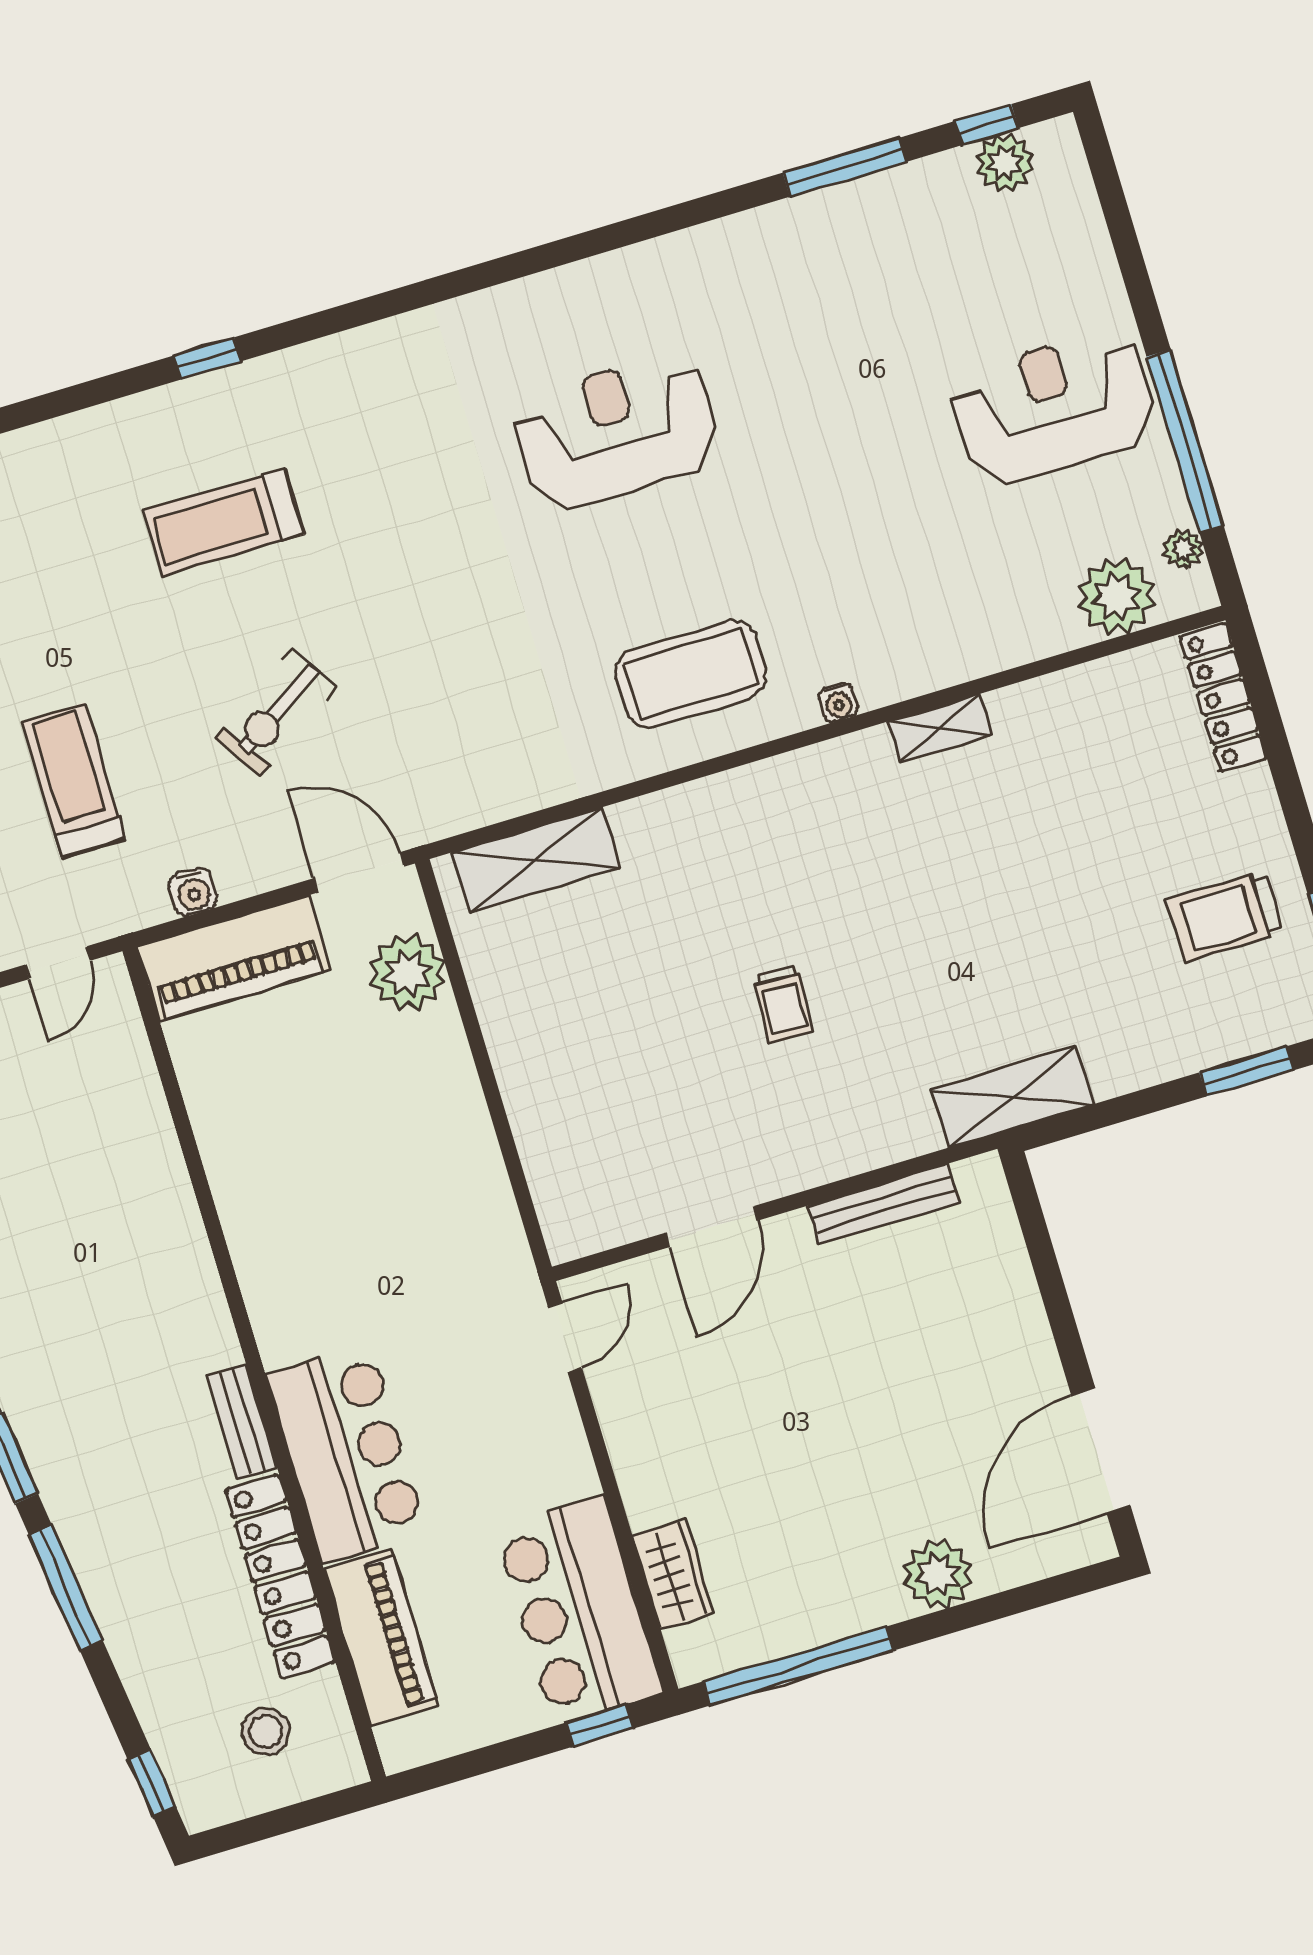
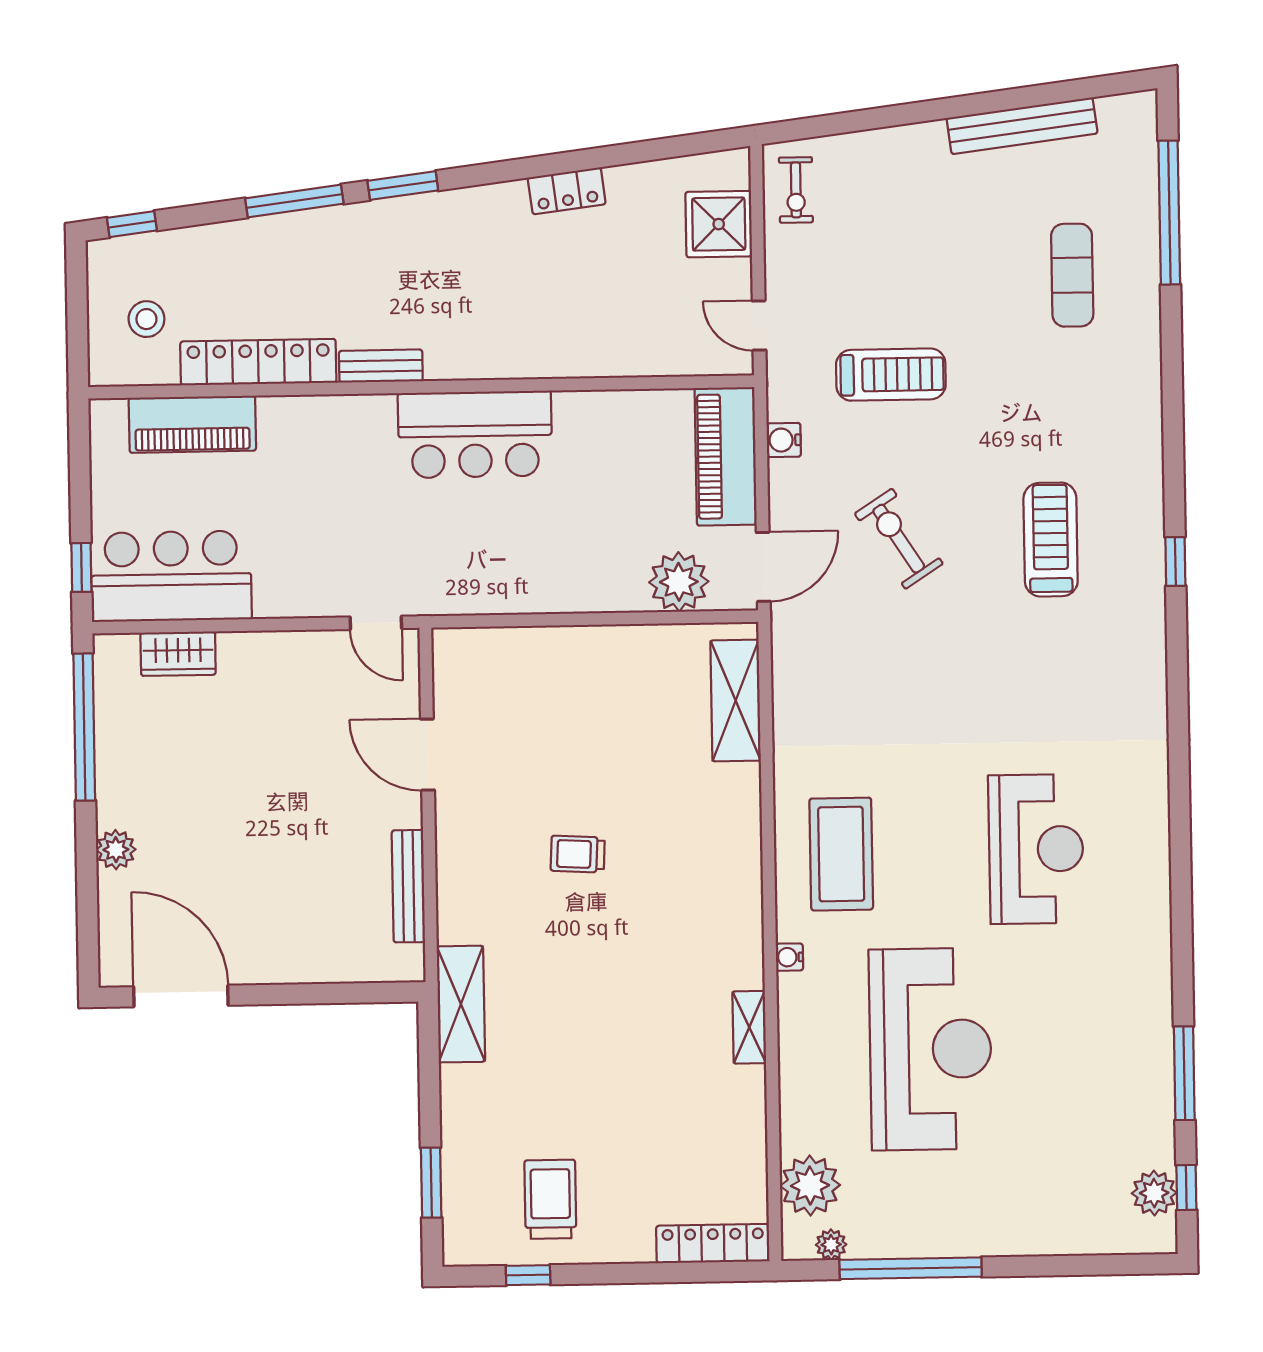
reception desk: (1053, 407) -> (930, 1049), moved, width x1.36, depth x1.30
bar counter: (347, 1454) -> (475, 434), moved
plant: (938, 1574) -> (116, 850), width x0.73, depth x0.73

